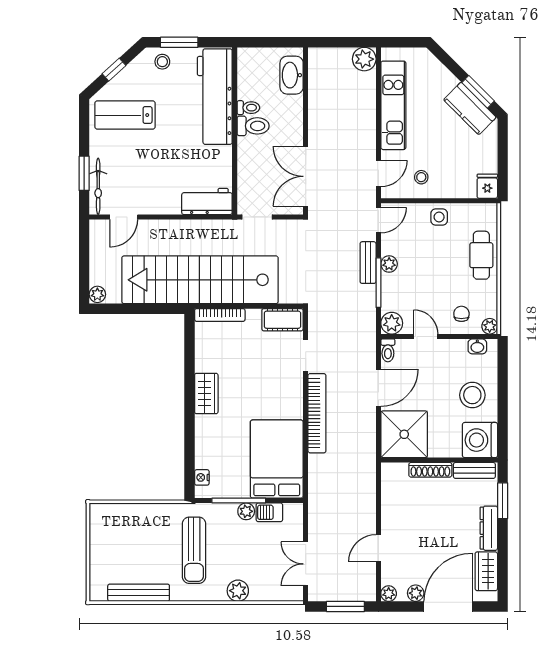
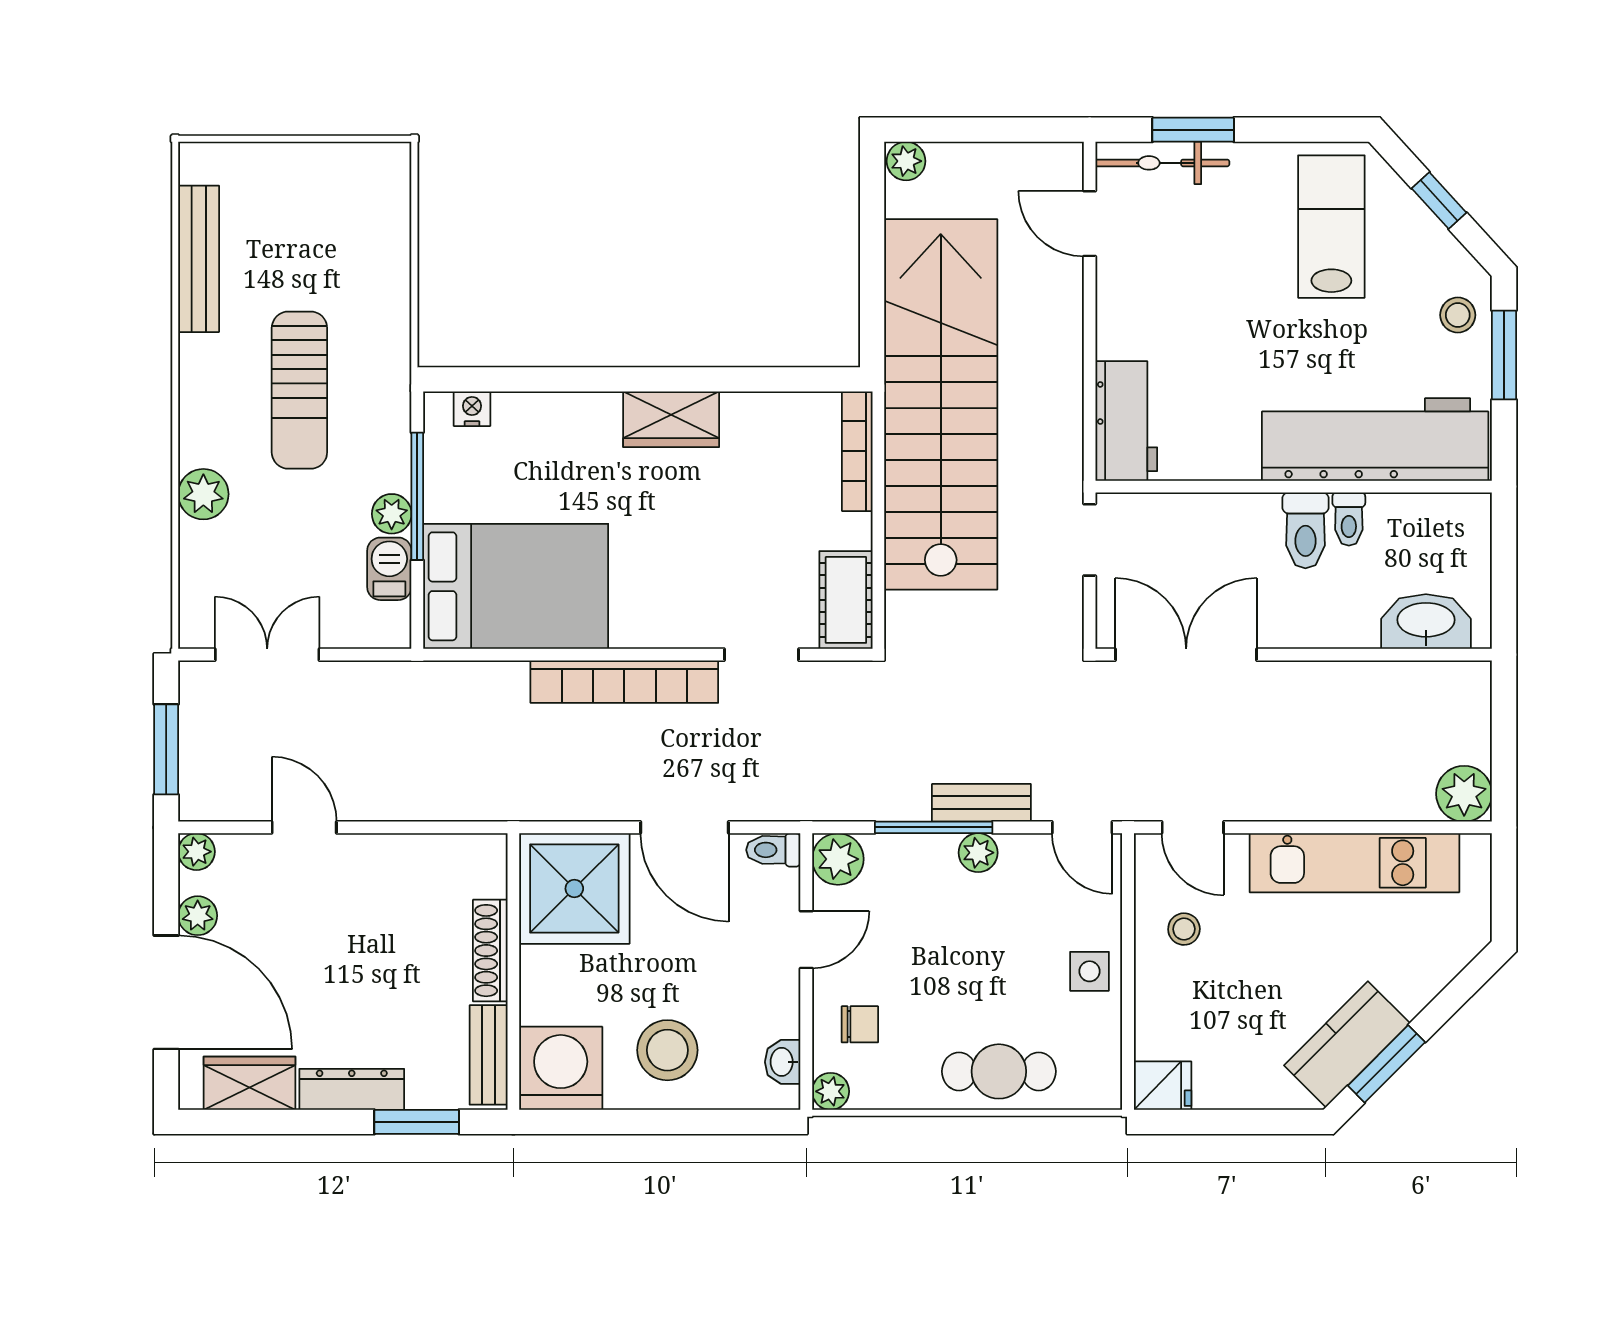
sun lounger: (194, 550) -> (299, 390), turned -90

